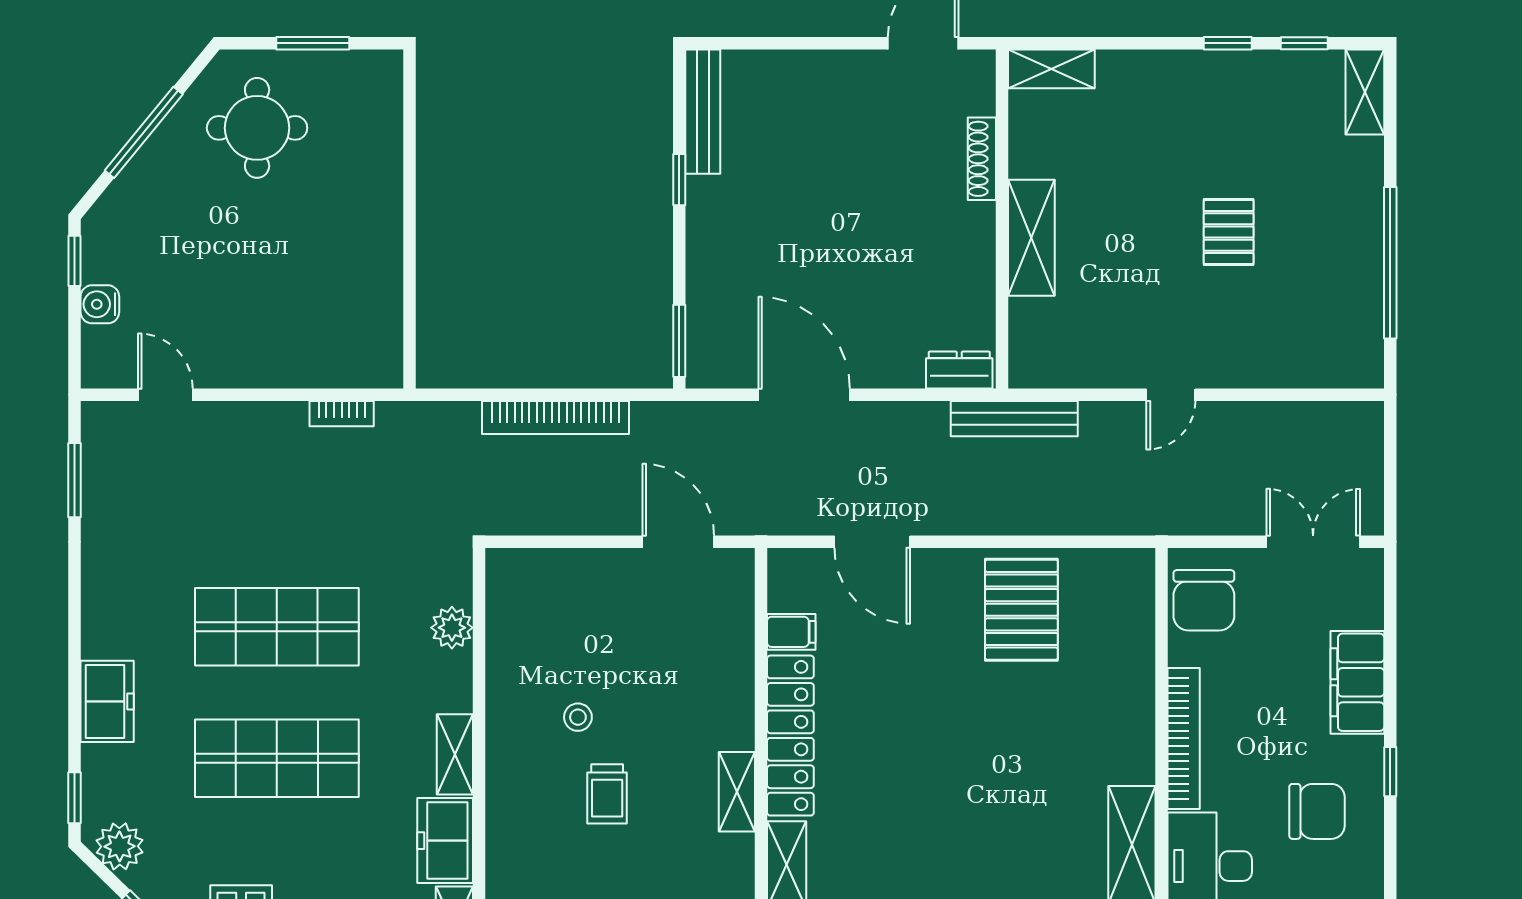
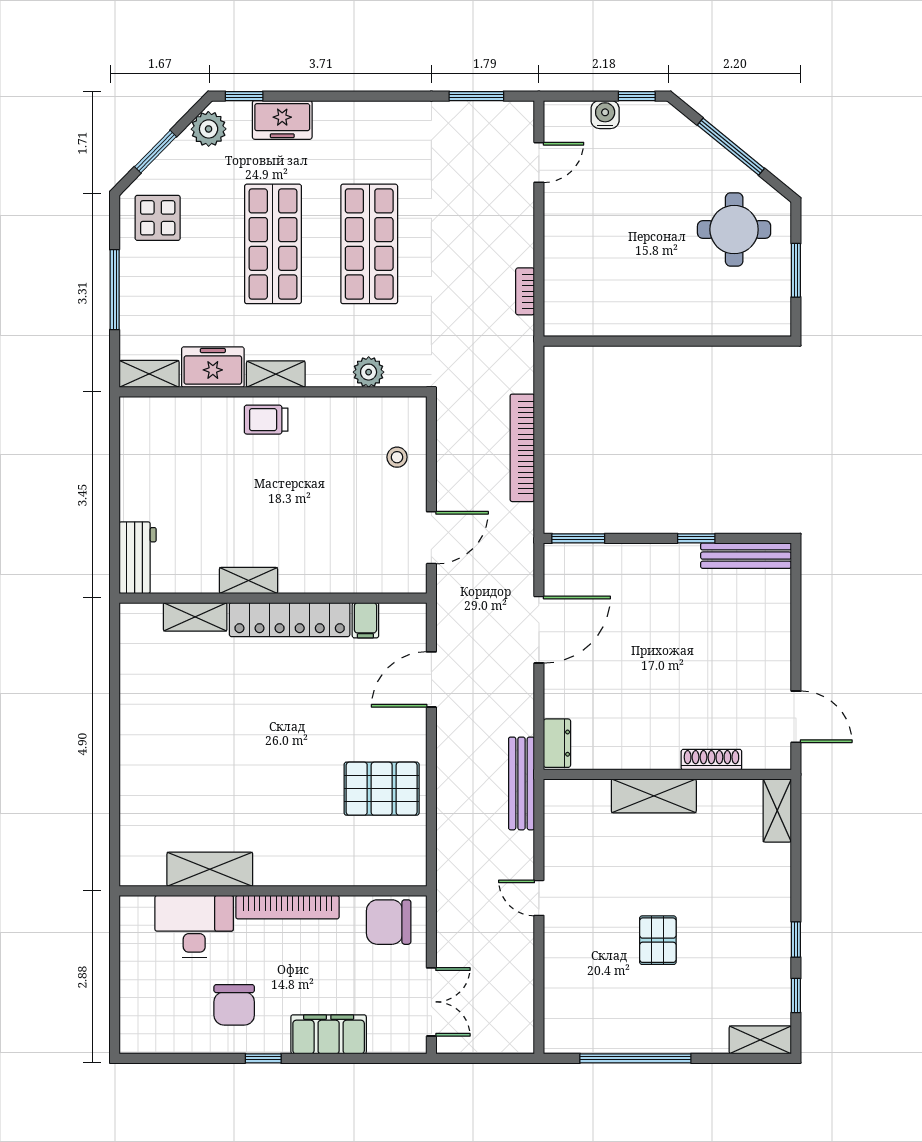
pallet: (1229, 232) -> (658, 940), turned 90
freezer: (107, 701) -> (282, 120), moved
stool: (578, 717) -> (397, 457), moved
trolley: (607, 794) -> (266, 420), moved

